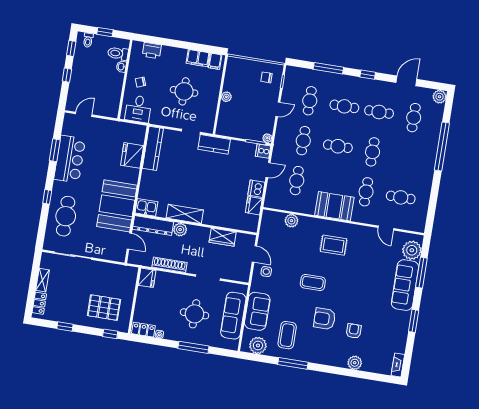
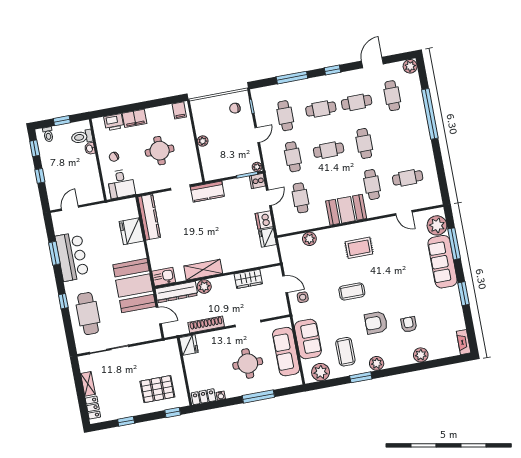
filing cabinet: (198, 58) -> (135, 118), moved
plant: (312, 356) -> (377, 363), added
window: (293, 363) -> (361, 377), width x0.69

